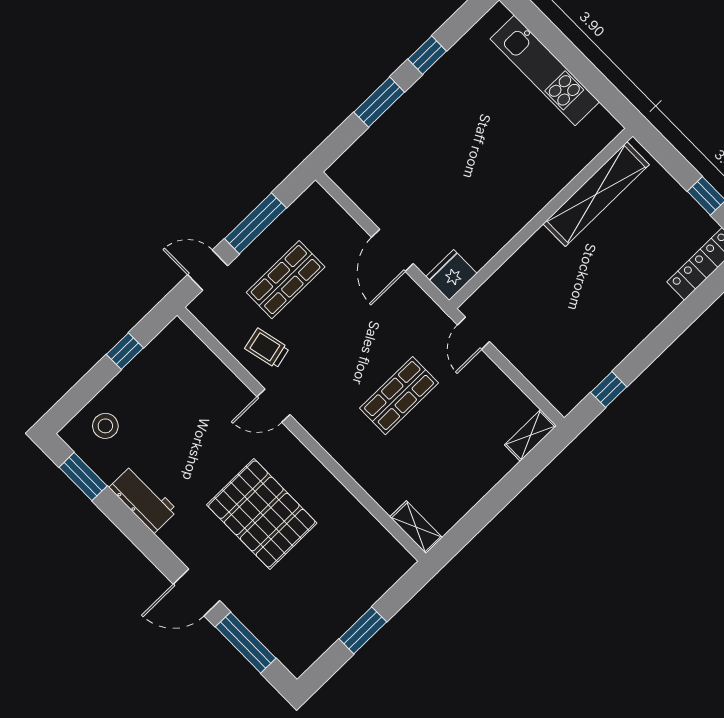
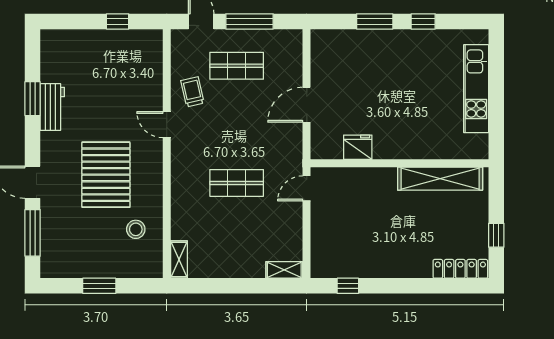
fridge: (451, 275) -> (358, 147), moved
stool: (105, 426) -> (136, 229), moved
window: (83, 477) -> (33, 99), moved

